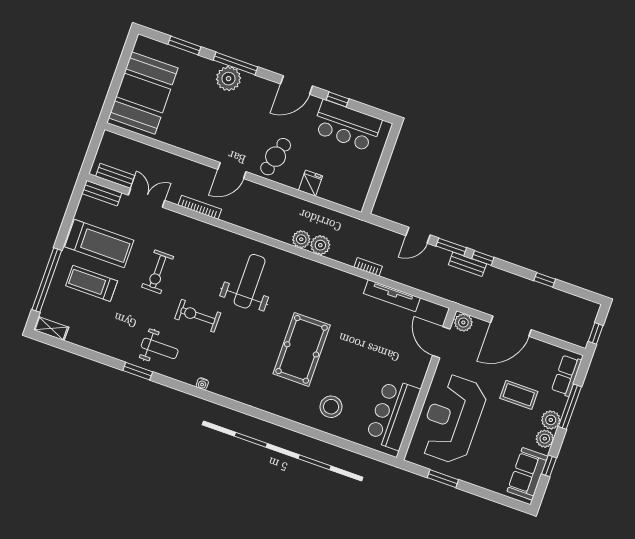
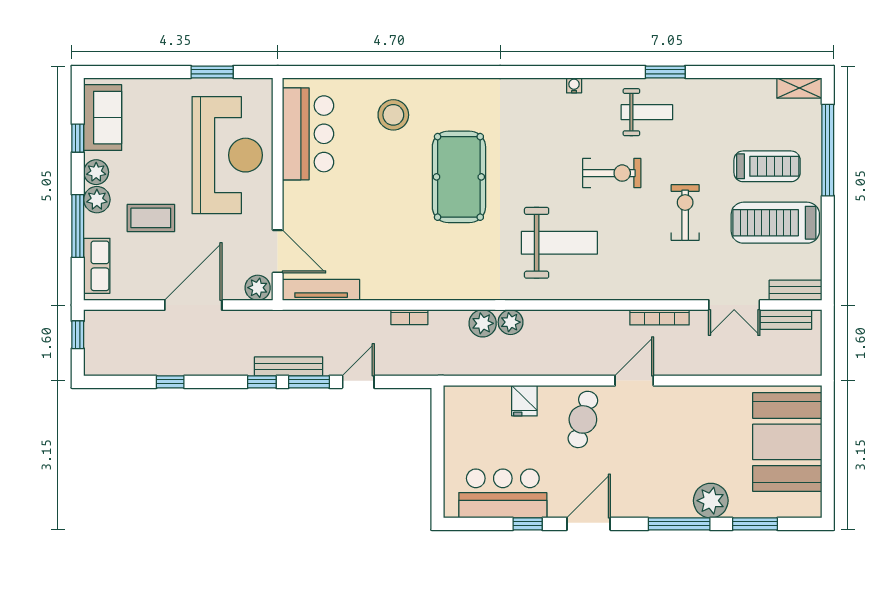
plant: (229, 79) -> (711, 501), moved
bench: (467, 264) -> (289, 366), width x1.36
weight bench: (250, 281) -> (559, 243), turned -90
tv unit: (392, 296) -> (321, 290), moved
weight bench: (160, 348) -> (647, 112), turned 180

